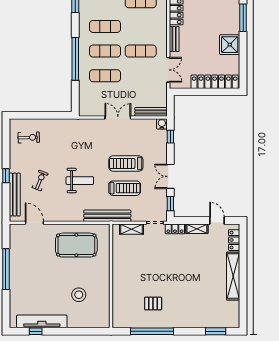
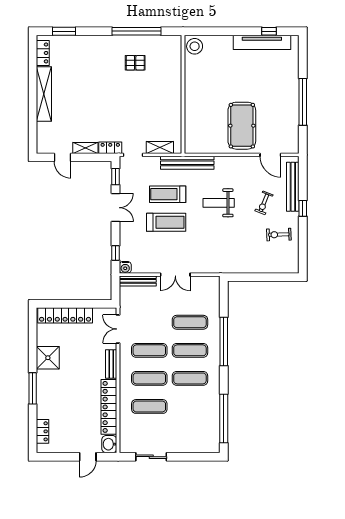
exercise mat: (141, 26) -> (149, 378), added
exercise bike: (29, 137) -> (279, 235), moved
locker: (234, 240) -> (43, 53), moved
pool table: (76, 245) -> (242, 126), moved, turned 90
stool: (79, 295) -> (195, 46), moved

